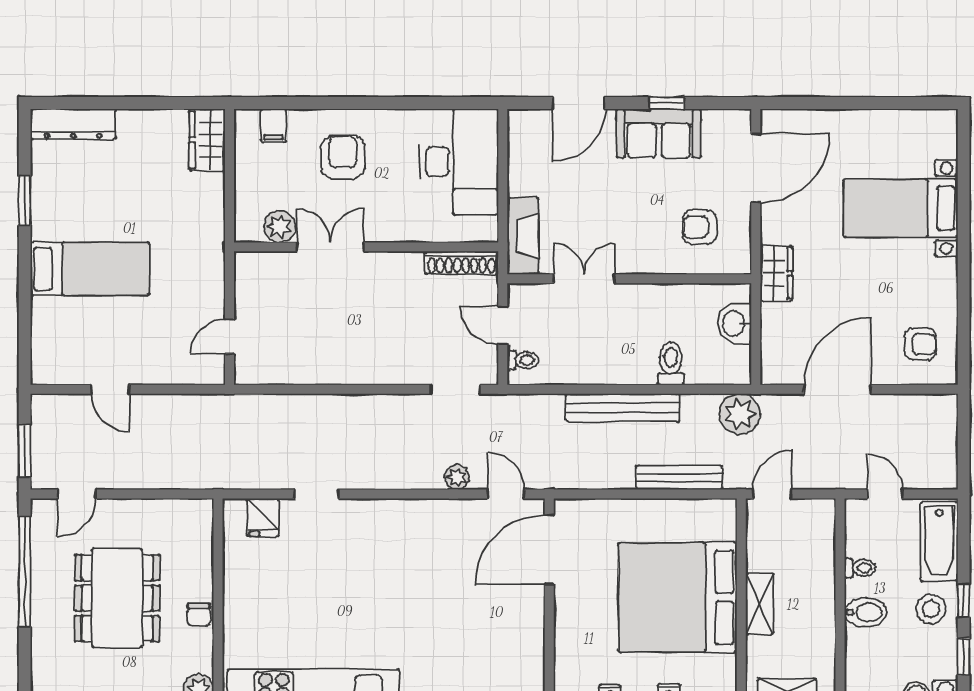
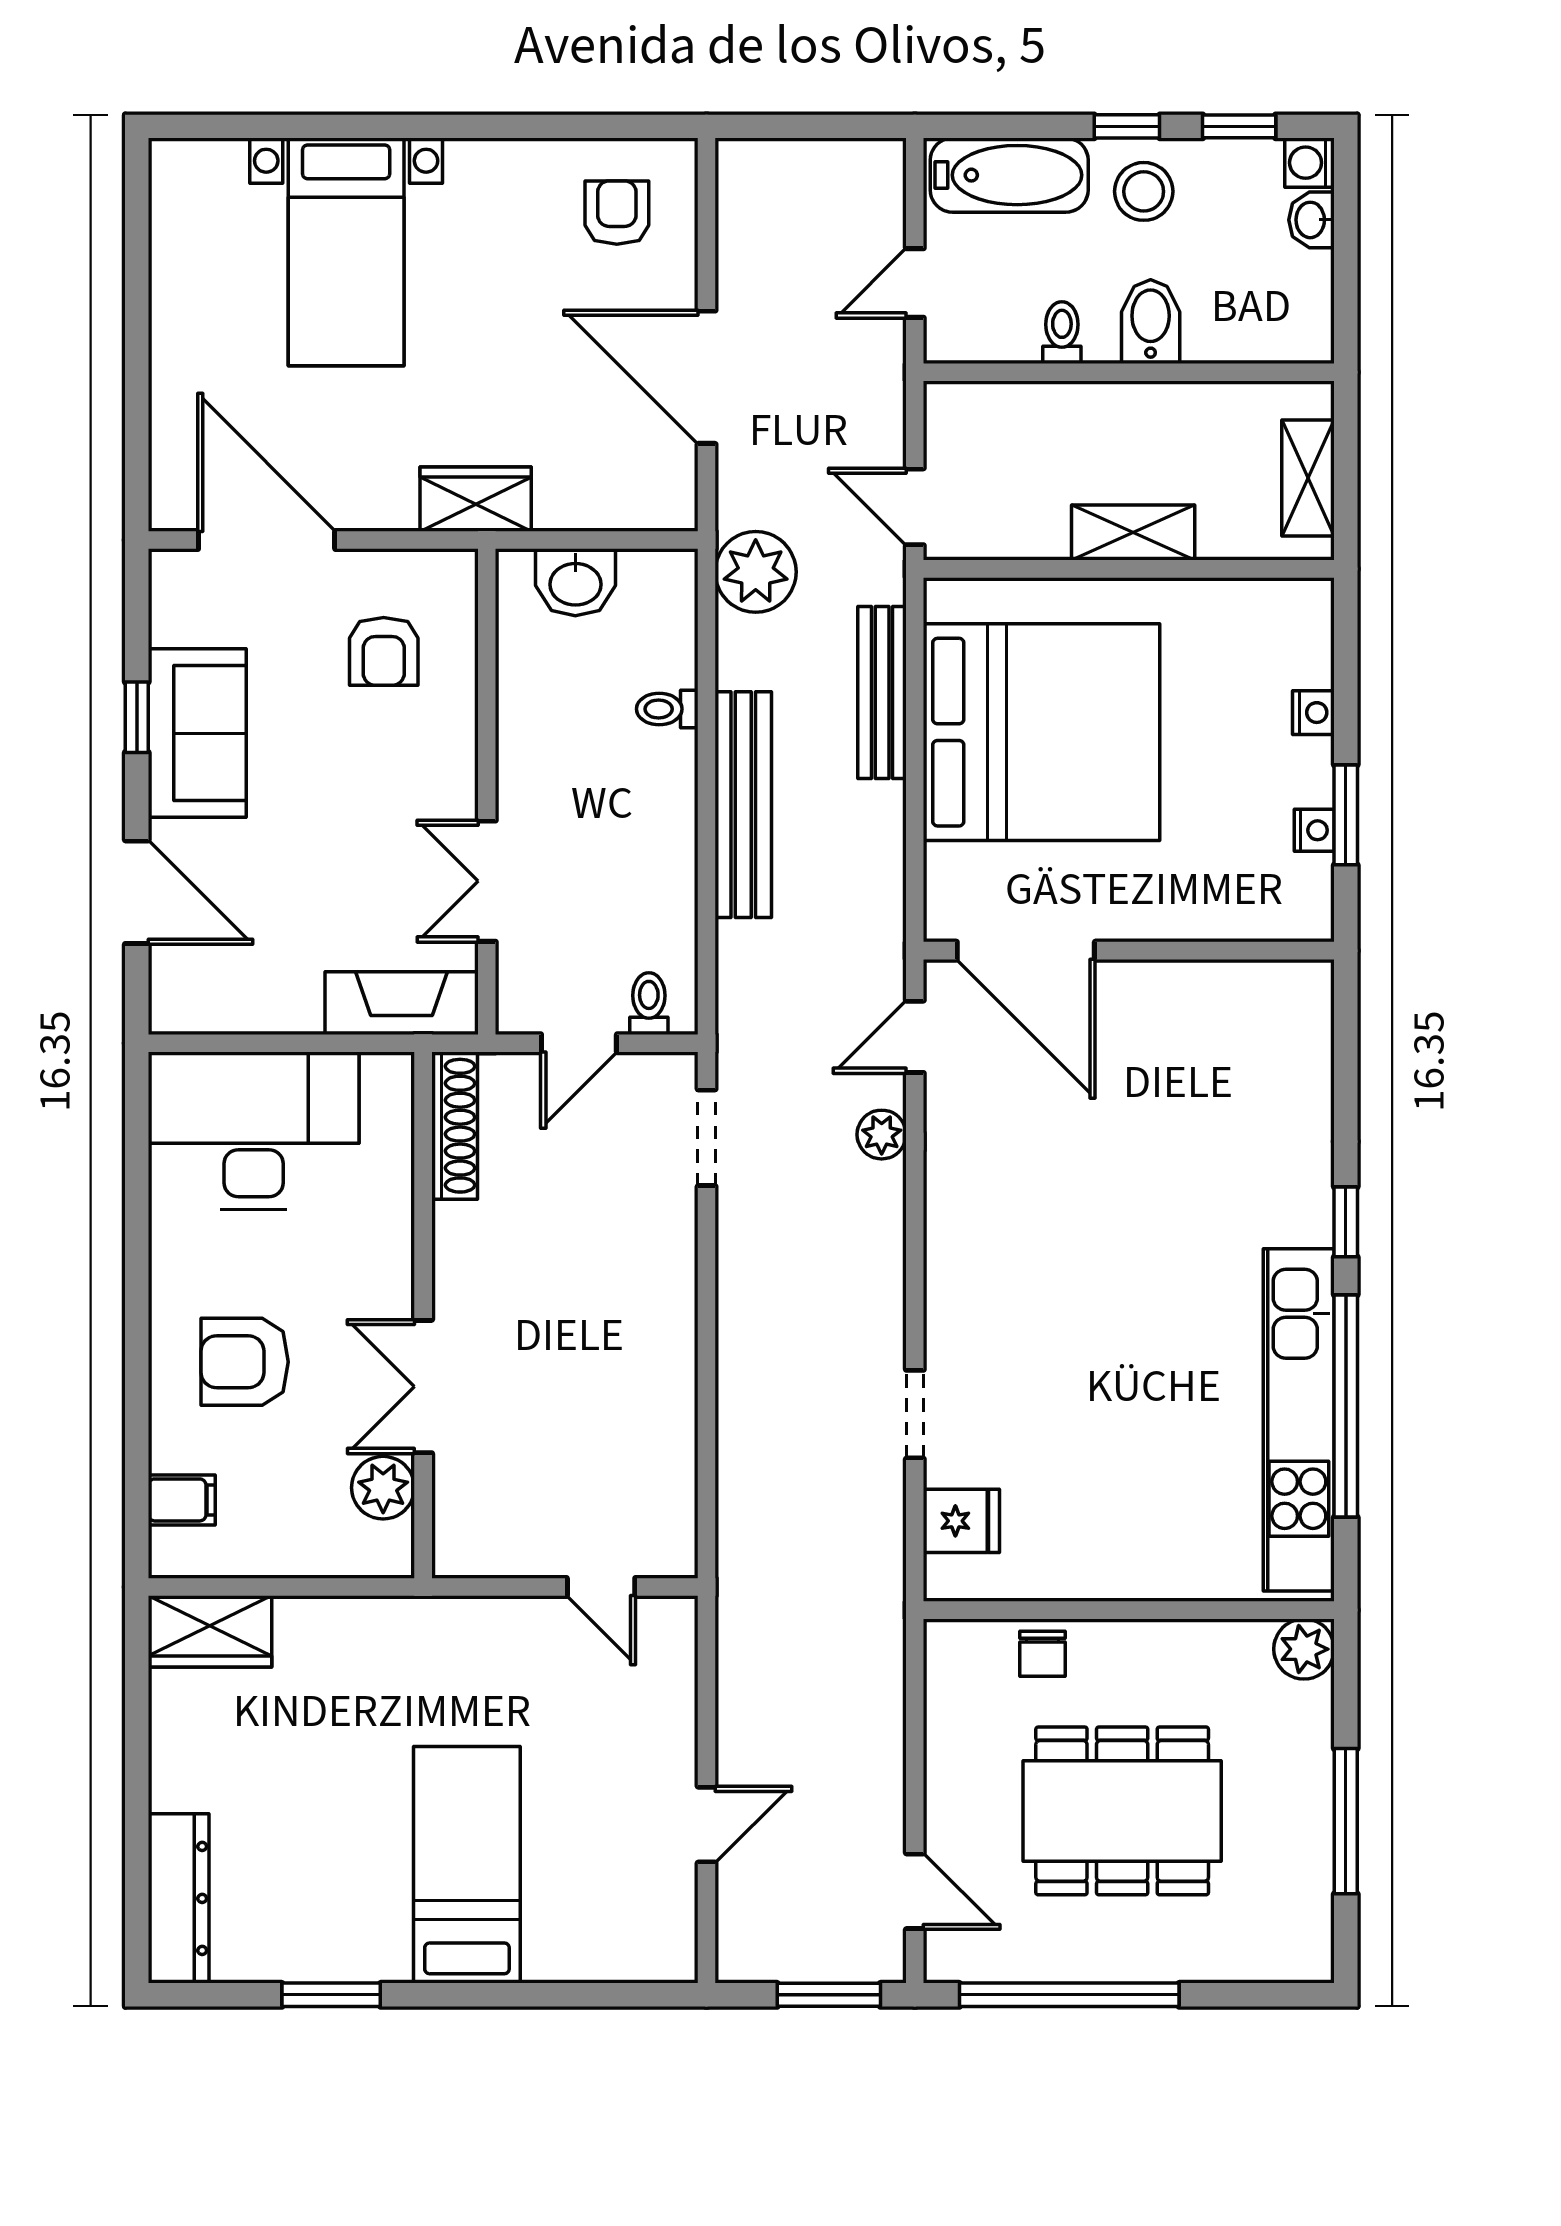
toilet: (671, 364) -> (667, 709), width x0.73, depth x0.72
bed: (678, 597) -> (1042, 732), moved, turned -90
chair: (199, 615) -> (1043, 1654), moved, turned 90

